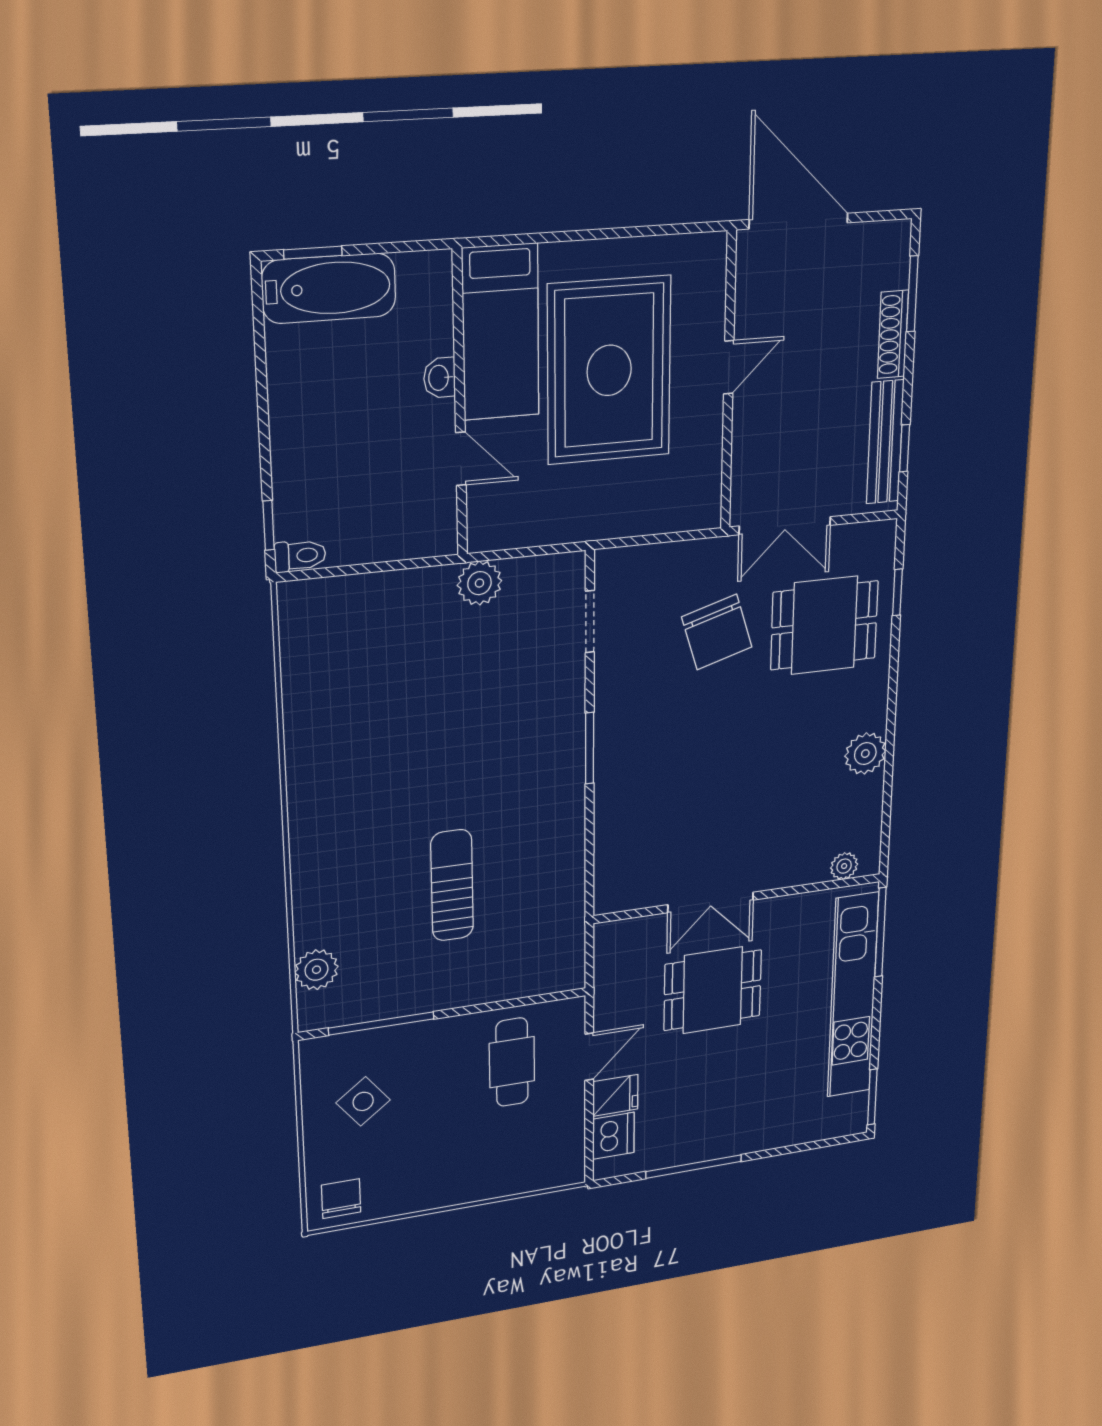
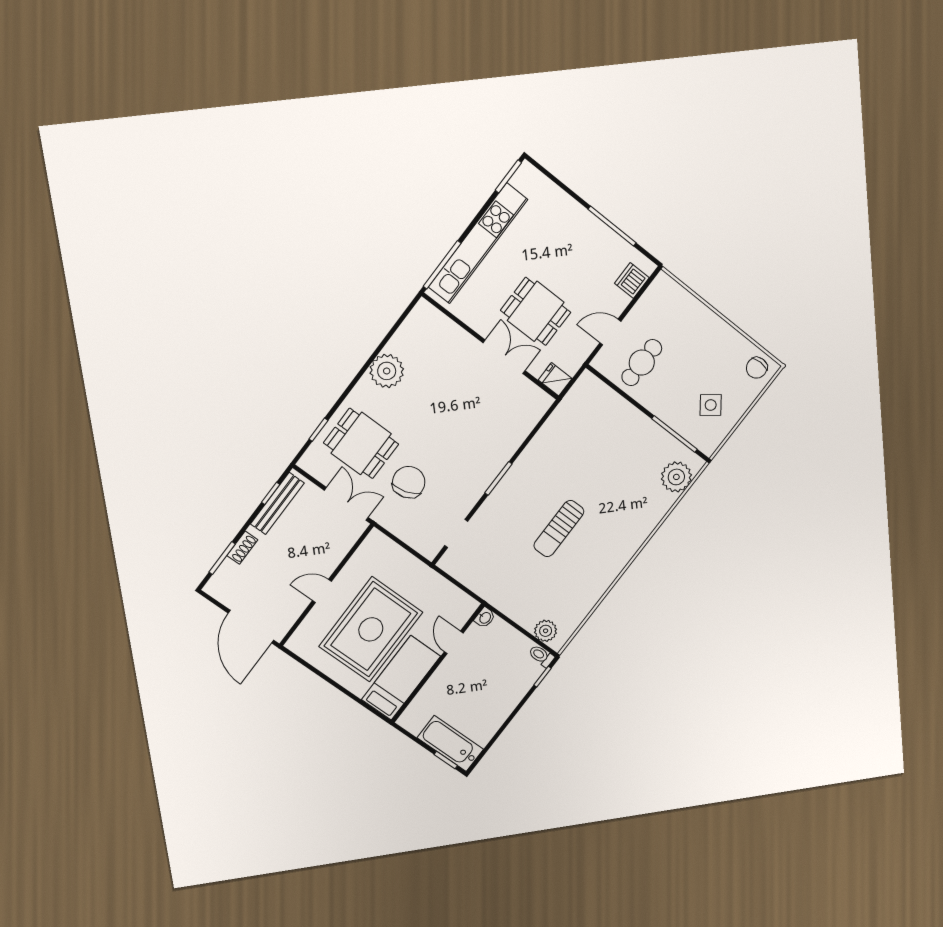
shoe rack: (893, 334) -> (242, 548), width x0.70
washbasin: (439, 378) -> (485, 618), moved
plant: (479, 583) -> (546, 631), moved
plant: (865, 754) -> (387, 371), width x1.36, depth x1.36
plant: (844, 866) -> (434, 317), removed
sun lounger: (452, 885) -> (559, 529), moved
plant: (316, 970) -> (676, 477), width x1.36, depth x1.36
fridge: (615, 1095) -> (555, 379), moved

